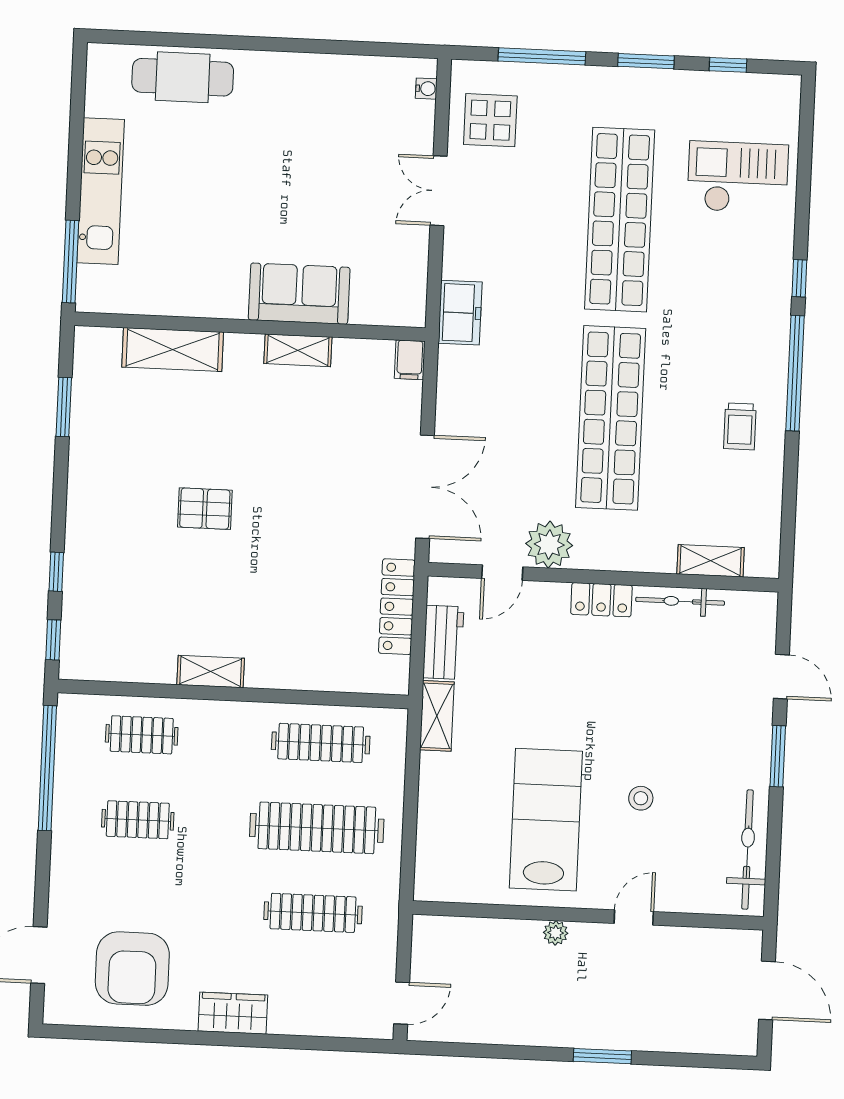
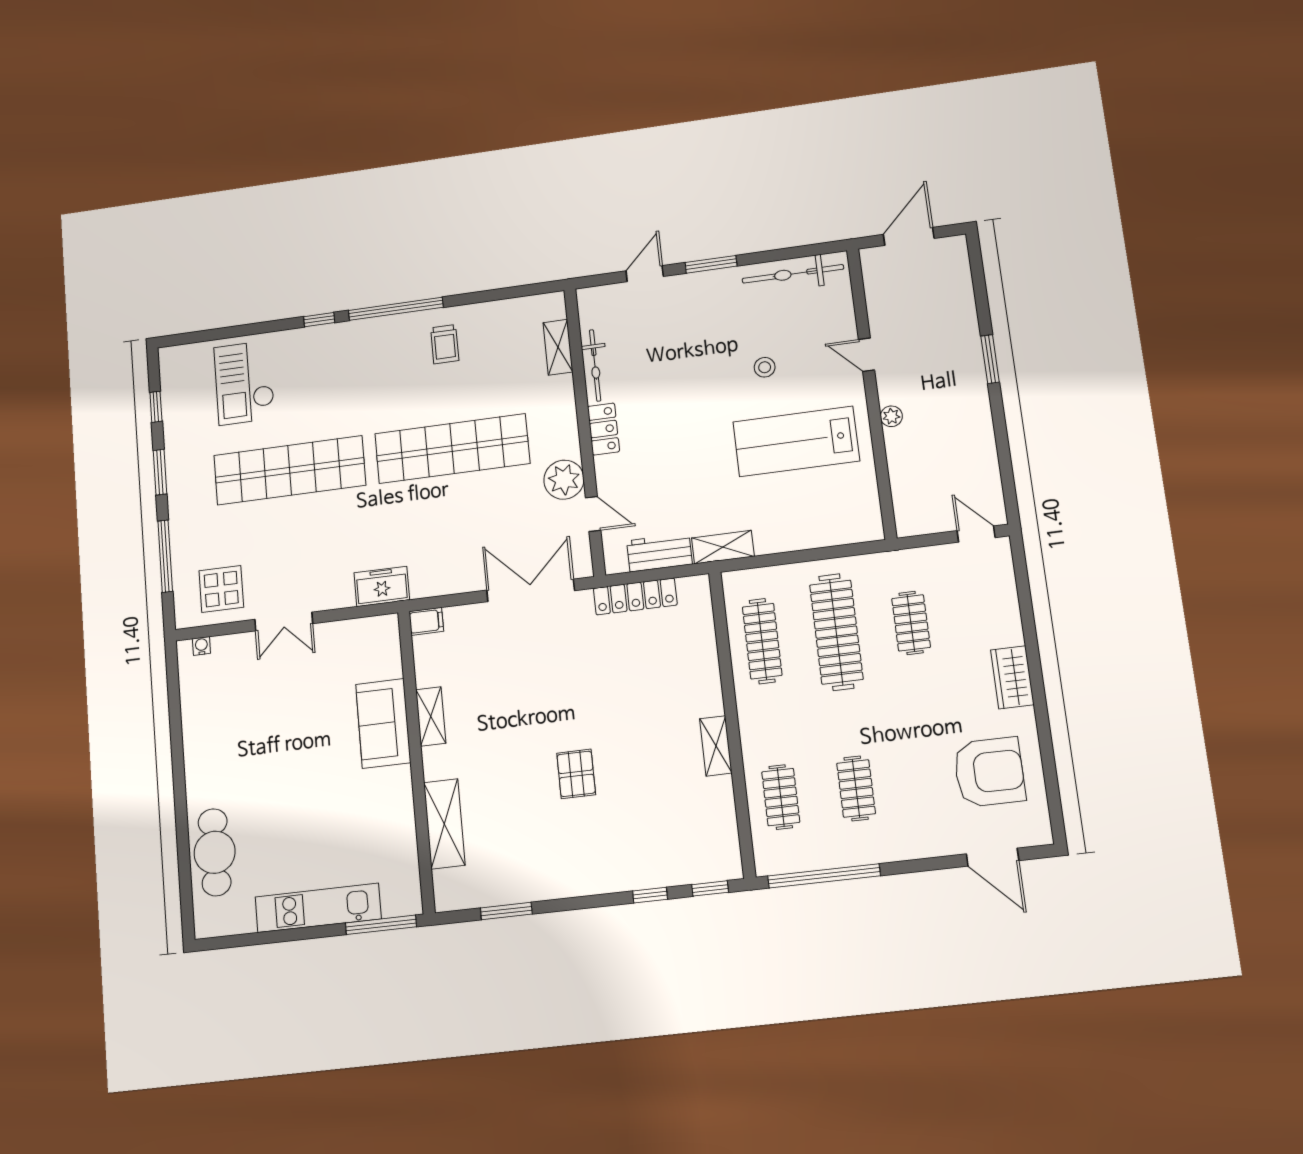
trolley: (740, 426) -> (445, 344), turned 90
clothes rail: (313, 913) -> (911, 623), width x0.73

